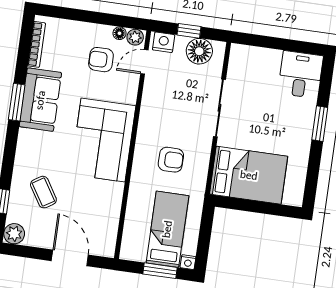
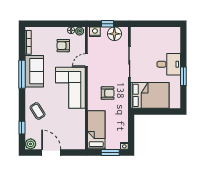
door: (144, 62) -> (86, 60), moved
desk: (300, 75) -> (169, 64), moved, turned 90
window: (17, 102) -> (22, 74), width x1.44
window: (320, 124) -> (183, 76), moved
coffee table: (43, 192) -> (38, 111), moved
bed: (167, 229) -> (96, 130), moved
door: (70, 258) -> (51, 152), moved

